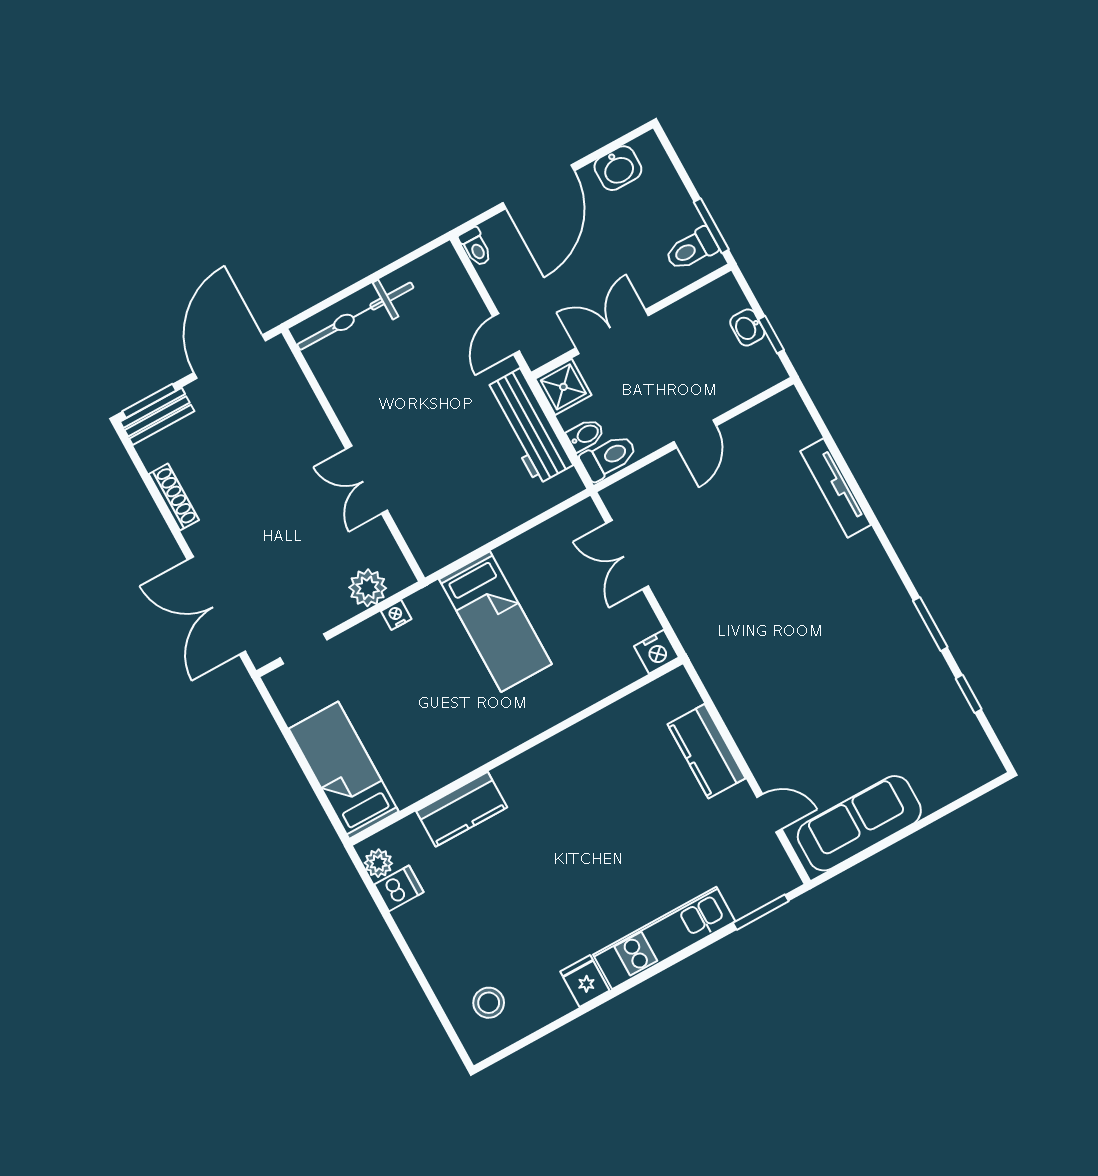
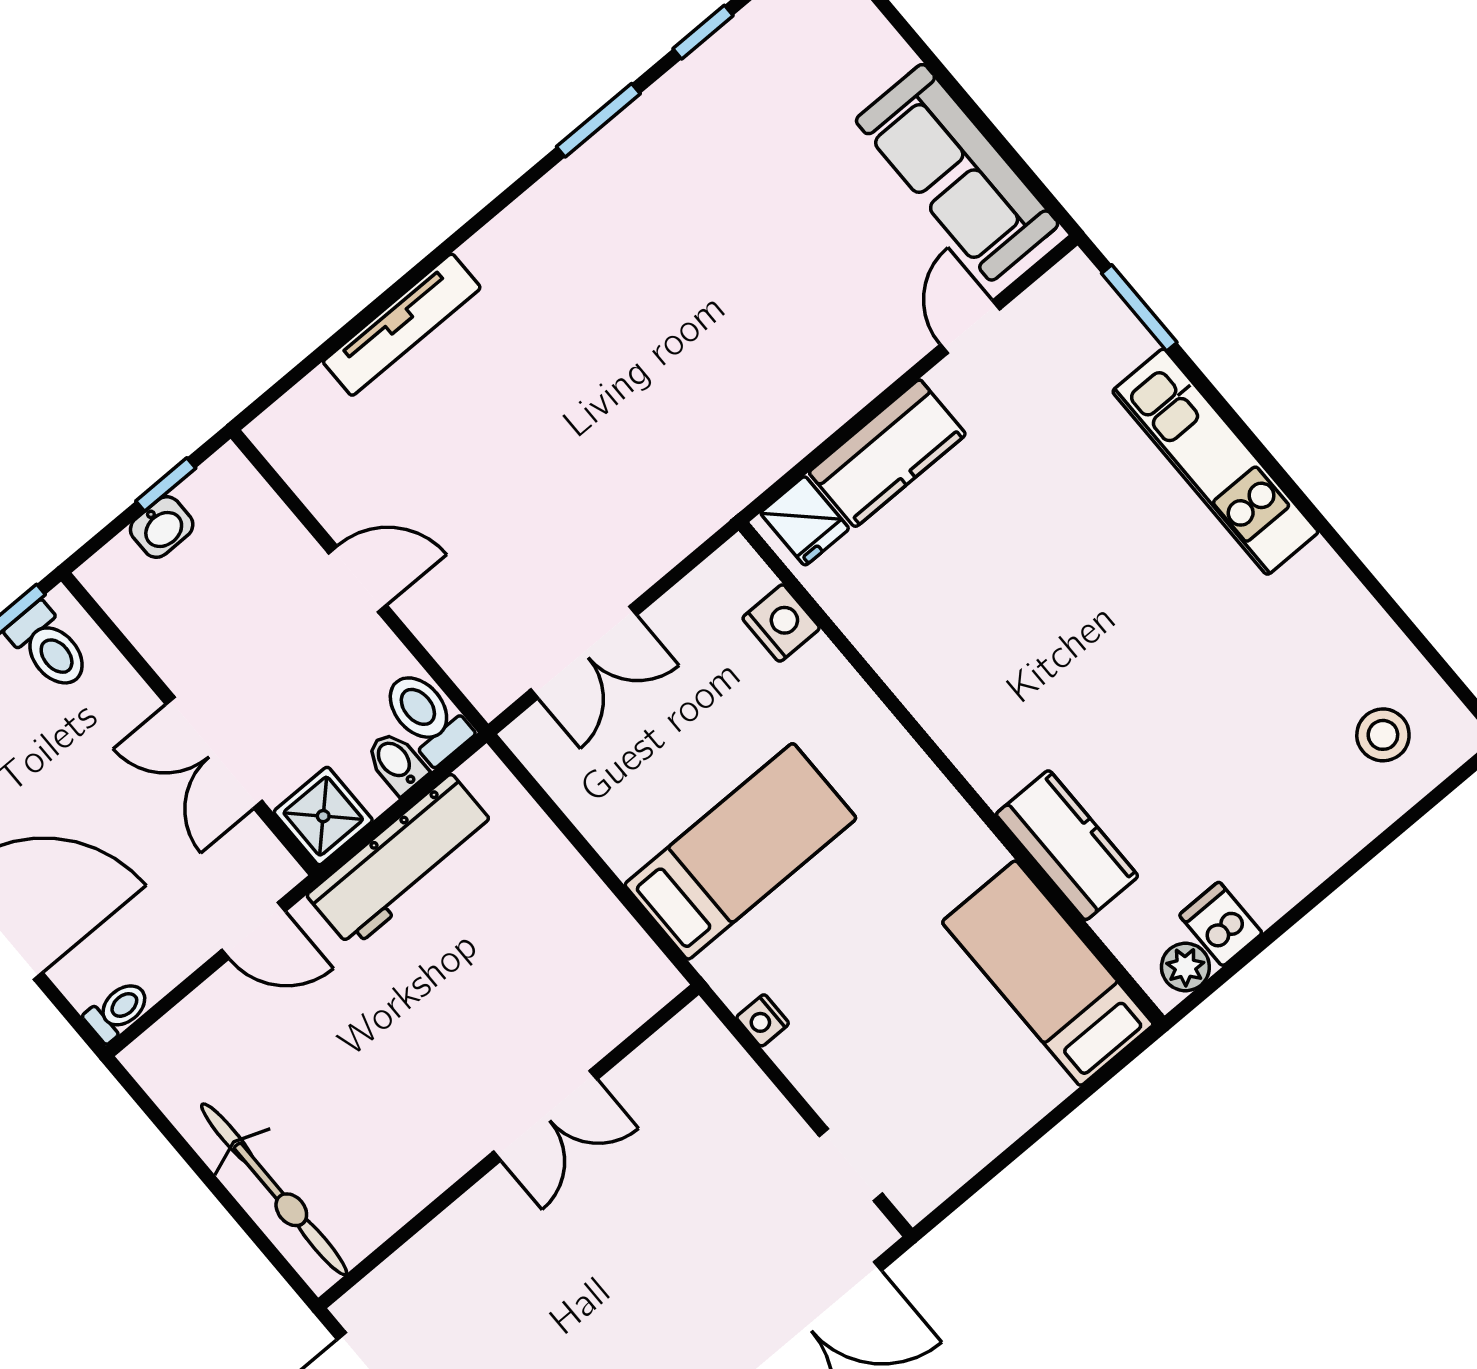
plant: (368, 588) -> (726, 1077), removed
nightstand: (657, 652) -> (781, 623), moved
bed: (344, 770) -> (1048, 973), moved, turned 90
fridge: (585, 981) -> (805, 521), moved, turned -90

